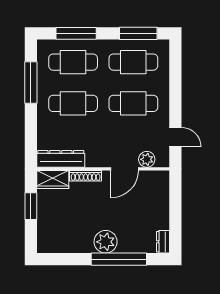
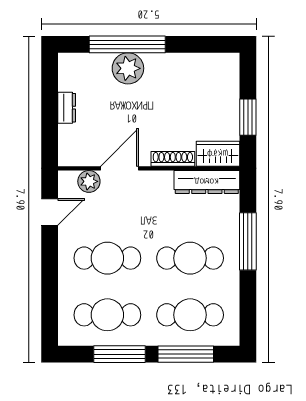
window: (138, 33) -> (119, 354), moved
window: (31, 82) -> (248, 241), moved
door: (175, 137) -> (50, 212), swing flipped
plant: (106, 242) -> (128, 68), moved
dresser: (163, 242) -> (67, 108), moved

